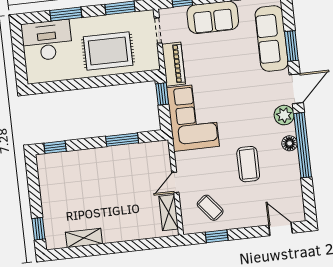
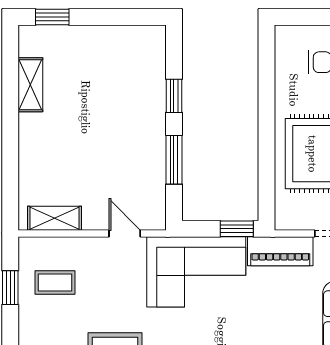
window: (55, 147) -> (174, 96), moved
door: (175, 182) -> (125, 234), moved
coffee table: (210, 208) -> (55, 283), turned 39

